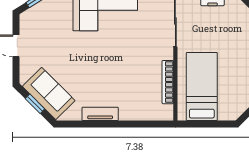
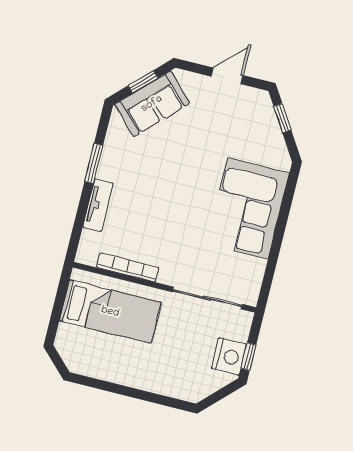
tv unit: (100, 114) -> (98, 205), moved
window: (101, 124) -> (94, 164), added

